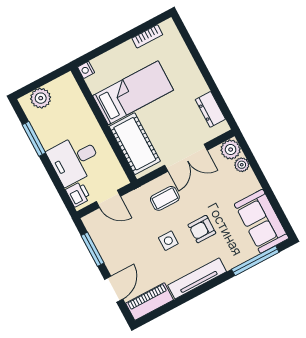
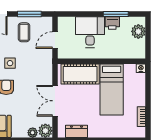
printer: (78, 194) -> (112, 23), moved
coffee table: (165, 198) -> (24, 32), moved

